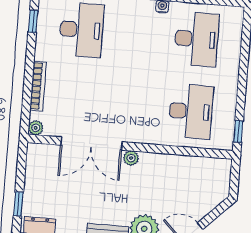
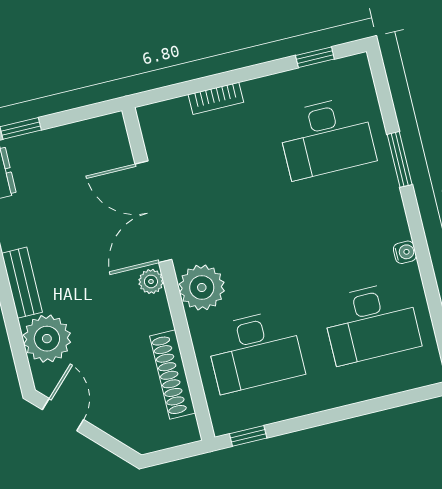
bookcase: (38, 86) -> (216, 98), width x0.64
plant: (36, 128) -> (202, 287), moved, width x1.87, depth x1.87
shoe rack: (189, 163) -> (173, 374), added

